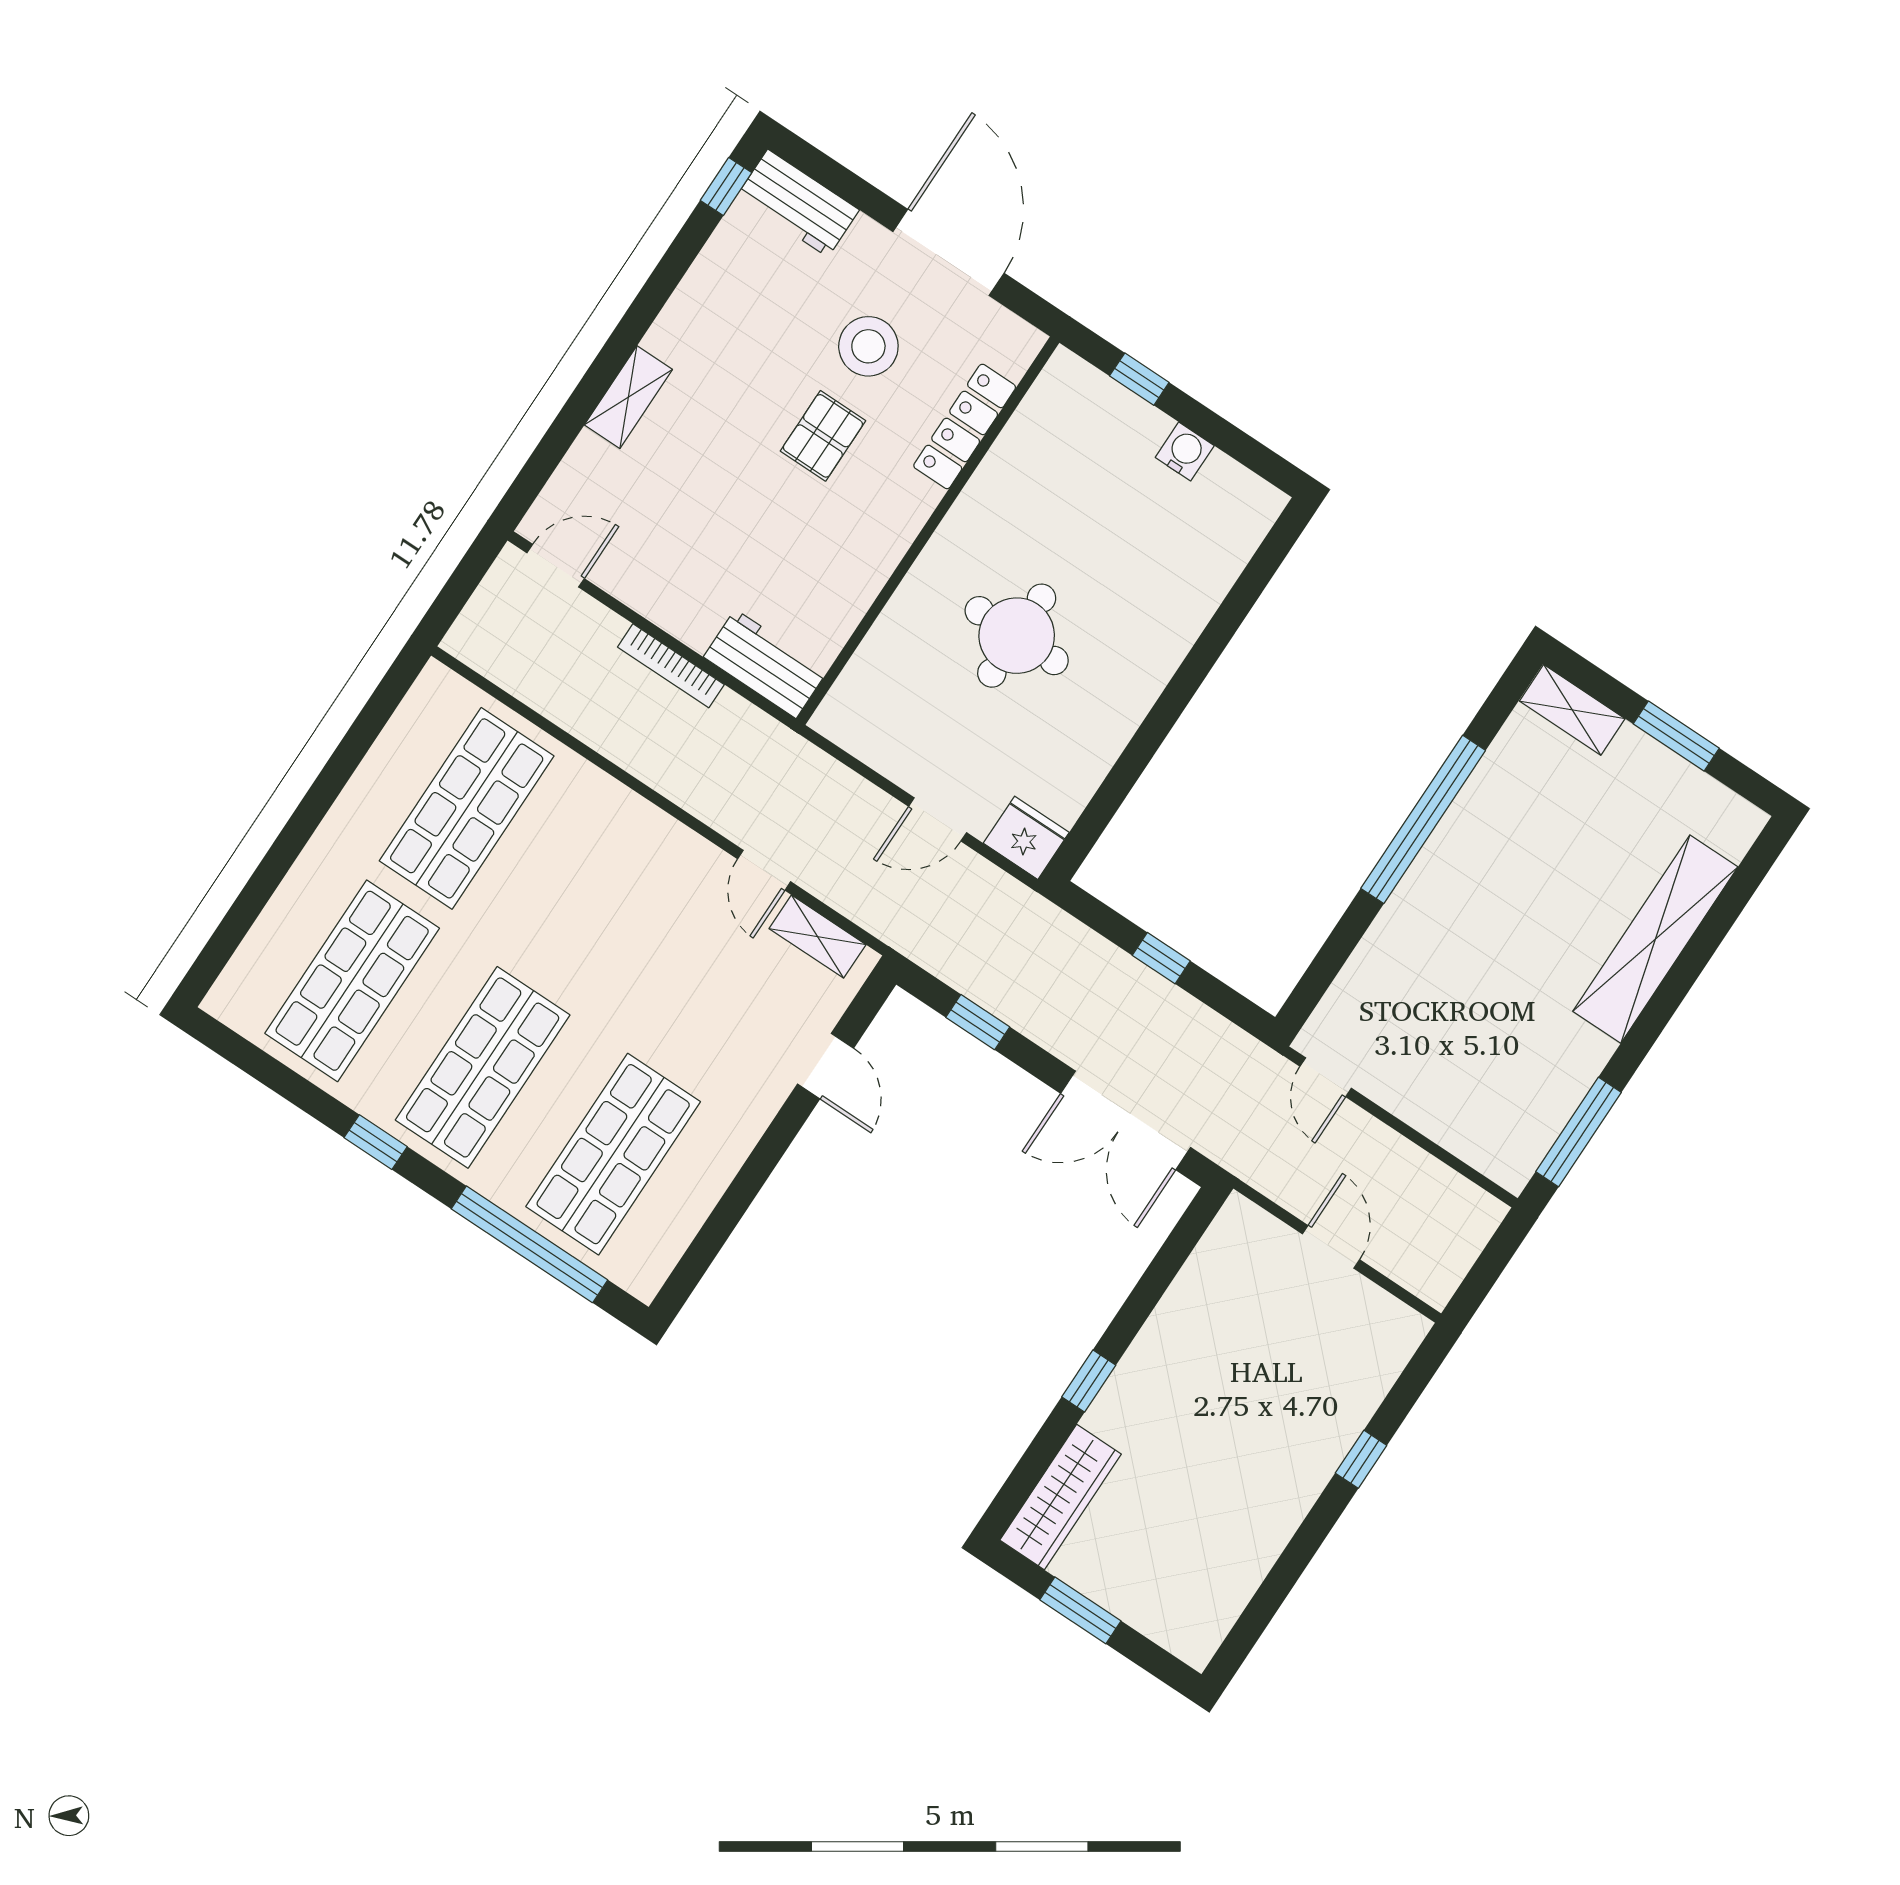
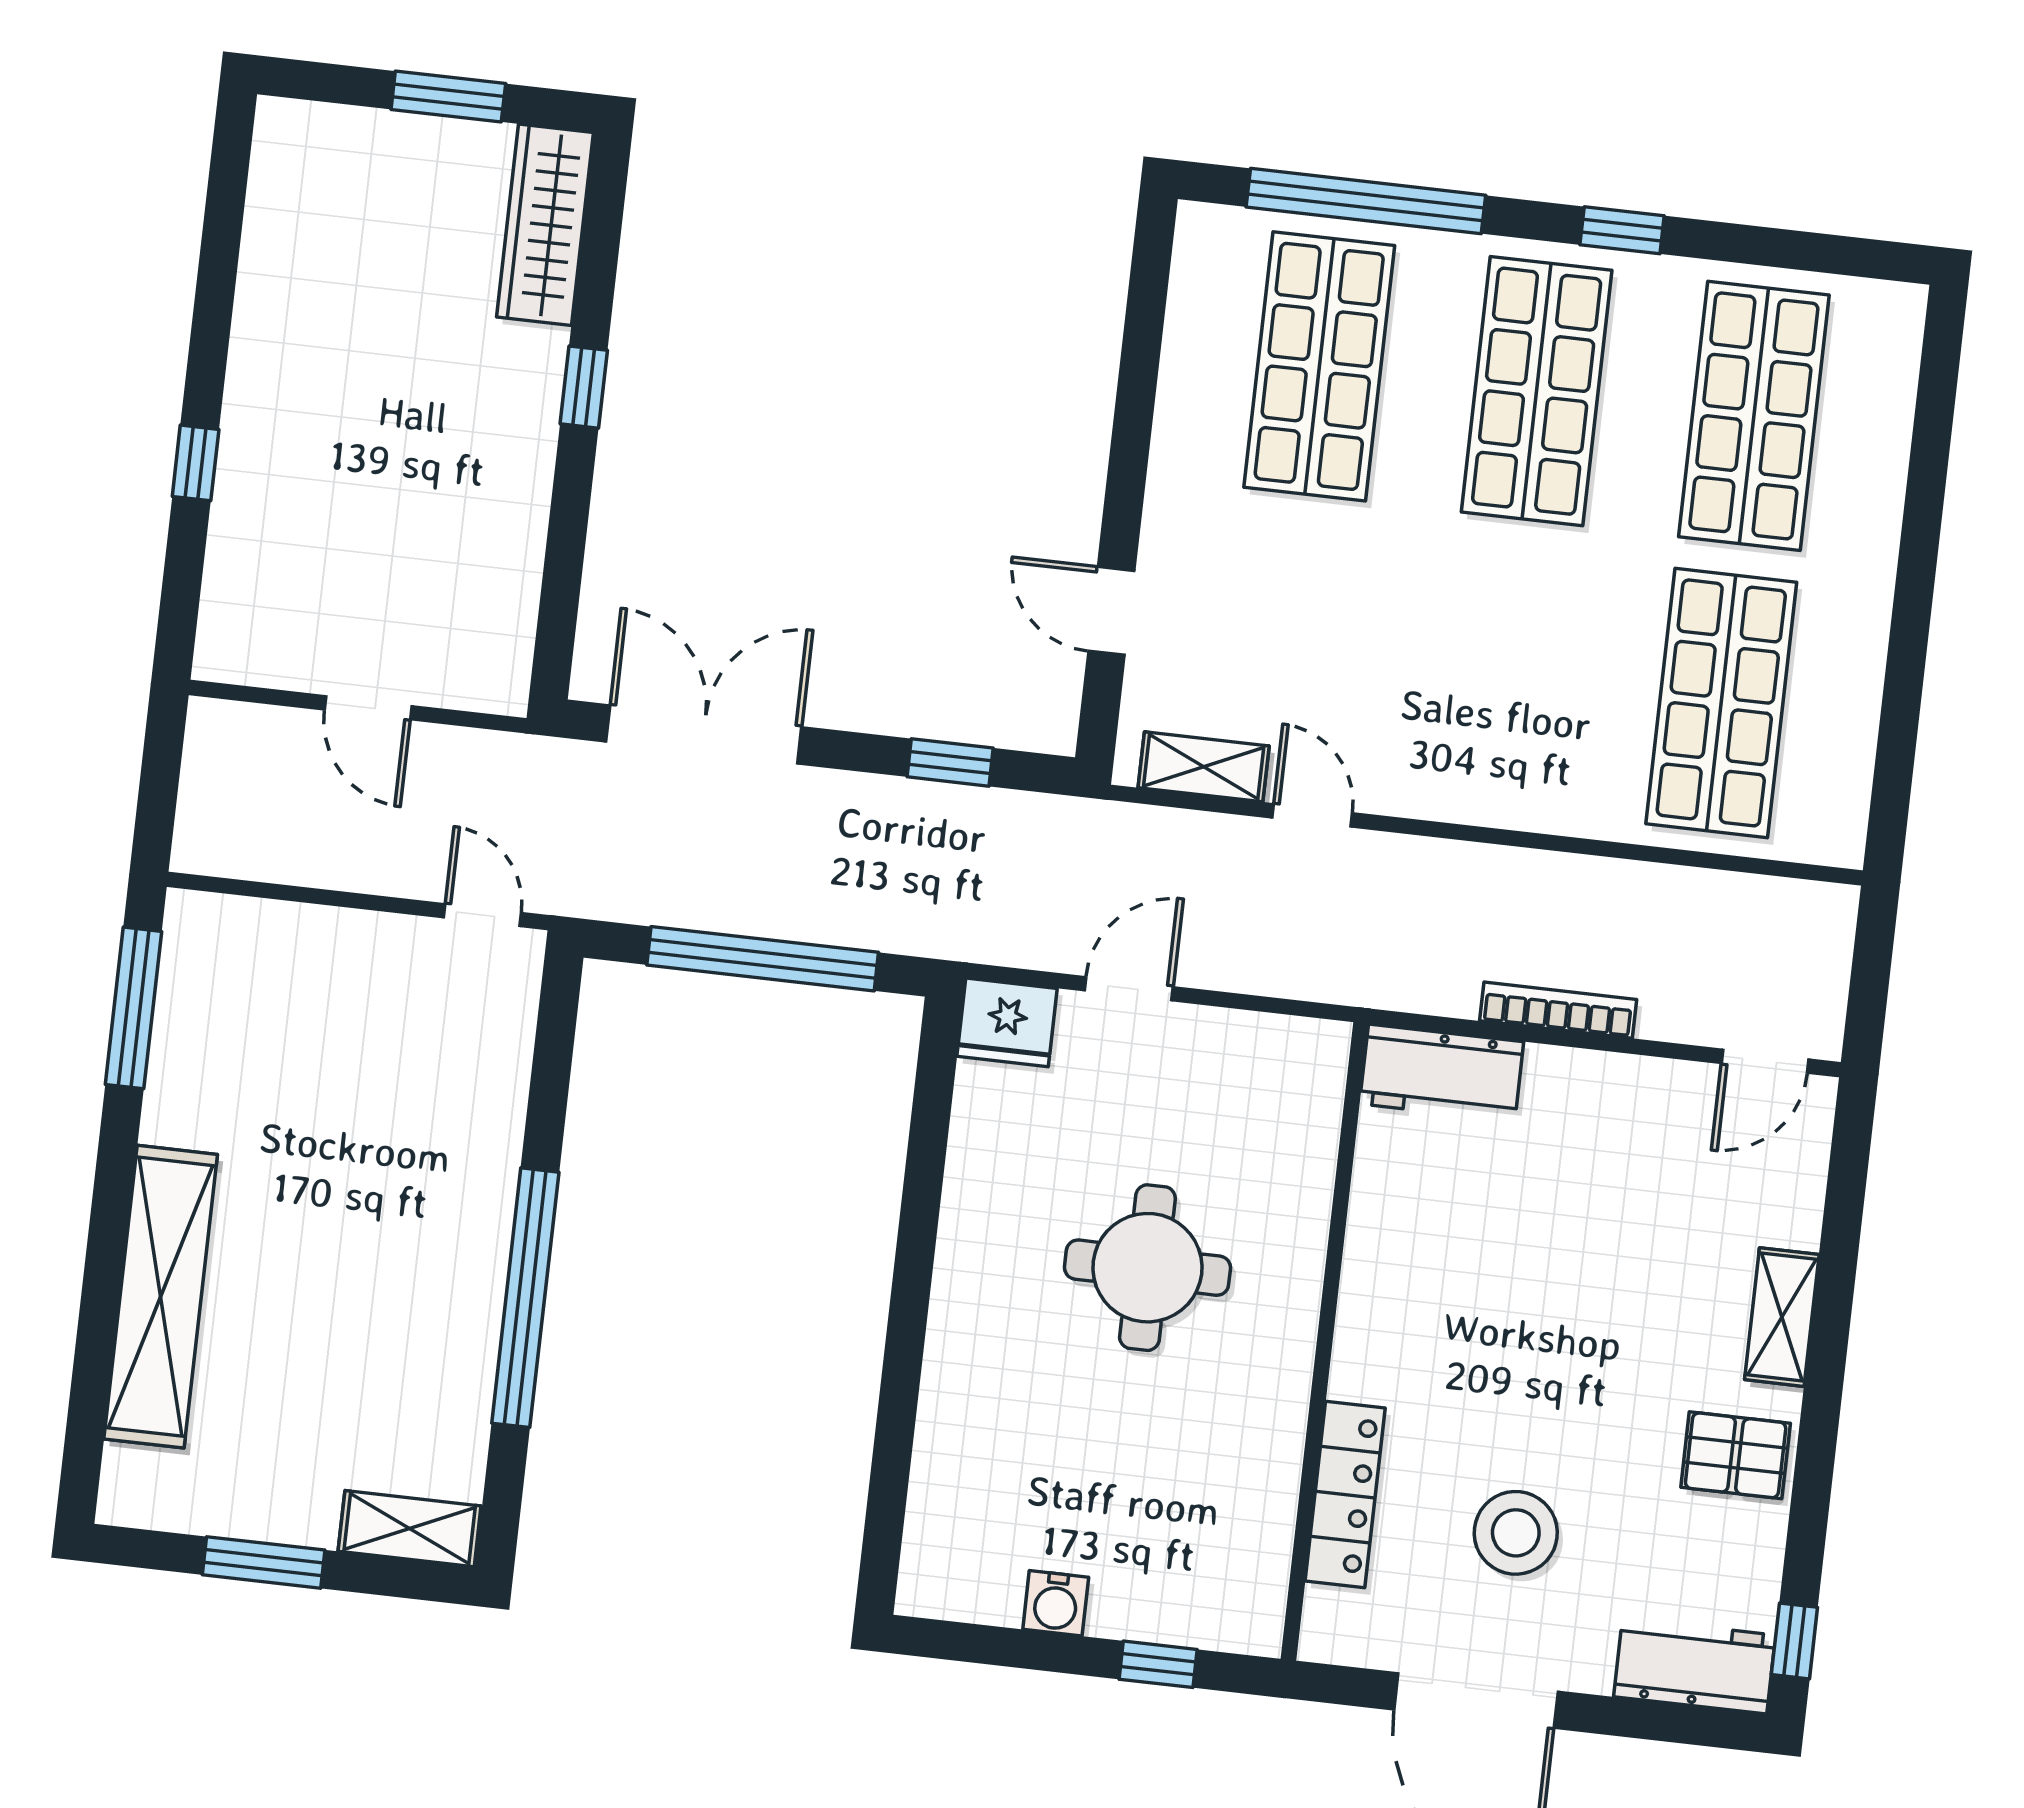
pallet: (823, 436) -> (1736, 1455), moved, turned 90
window: (1161, 958) -> (763, 959), width x3.17

